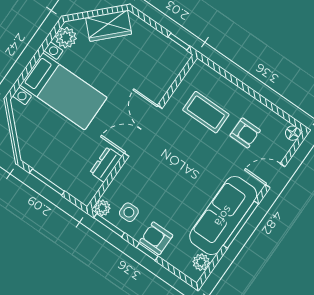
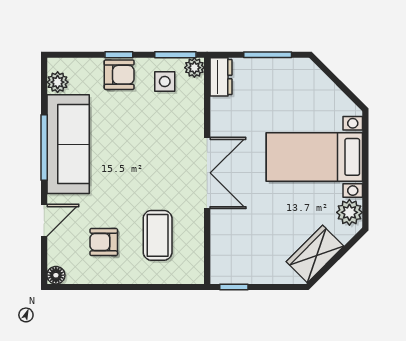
coffee table: (206, 112) -> (158, 235), turned 90
dresser: (106, 165) -> (221, 77), moved

